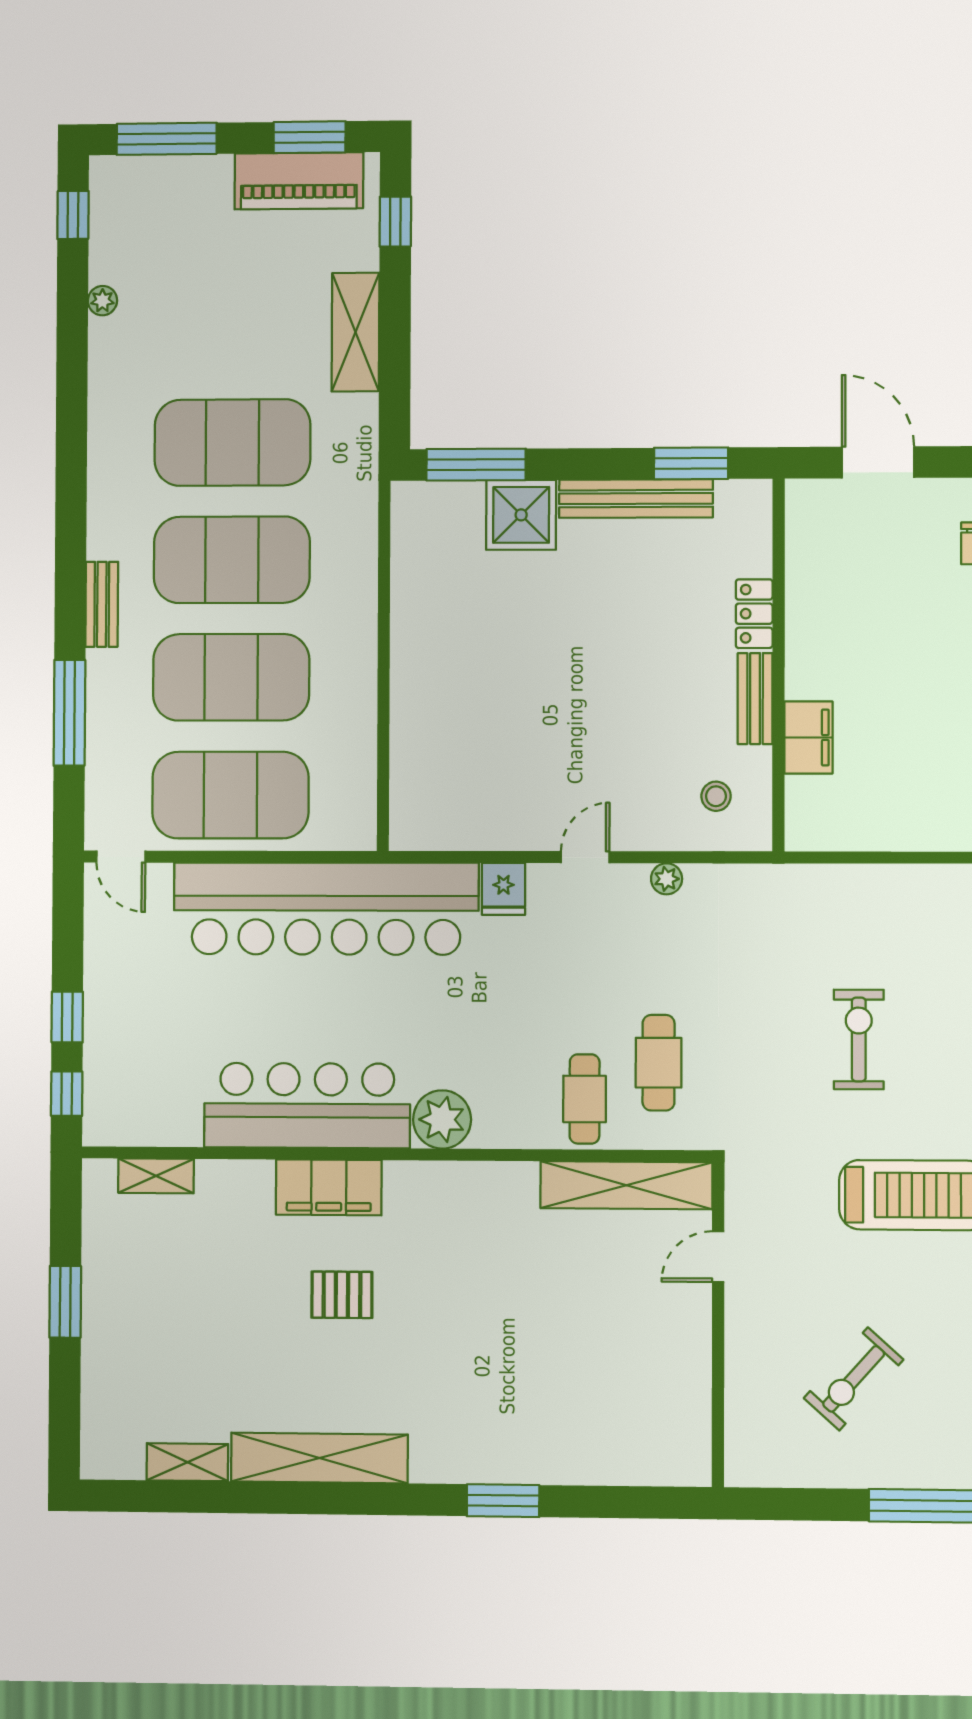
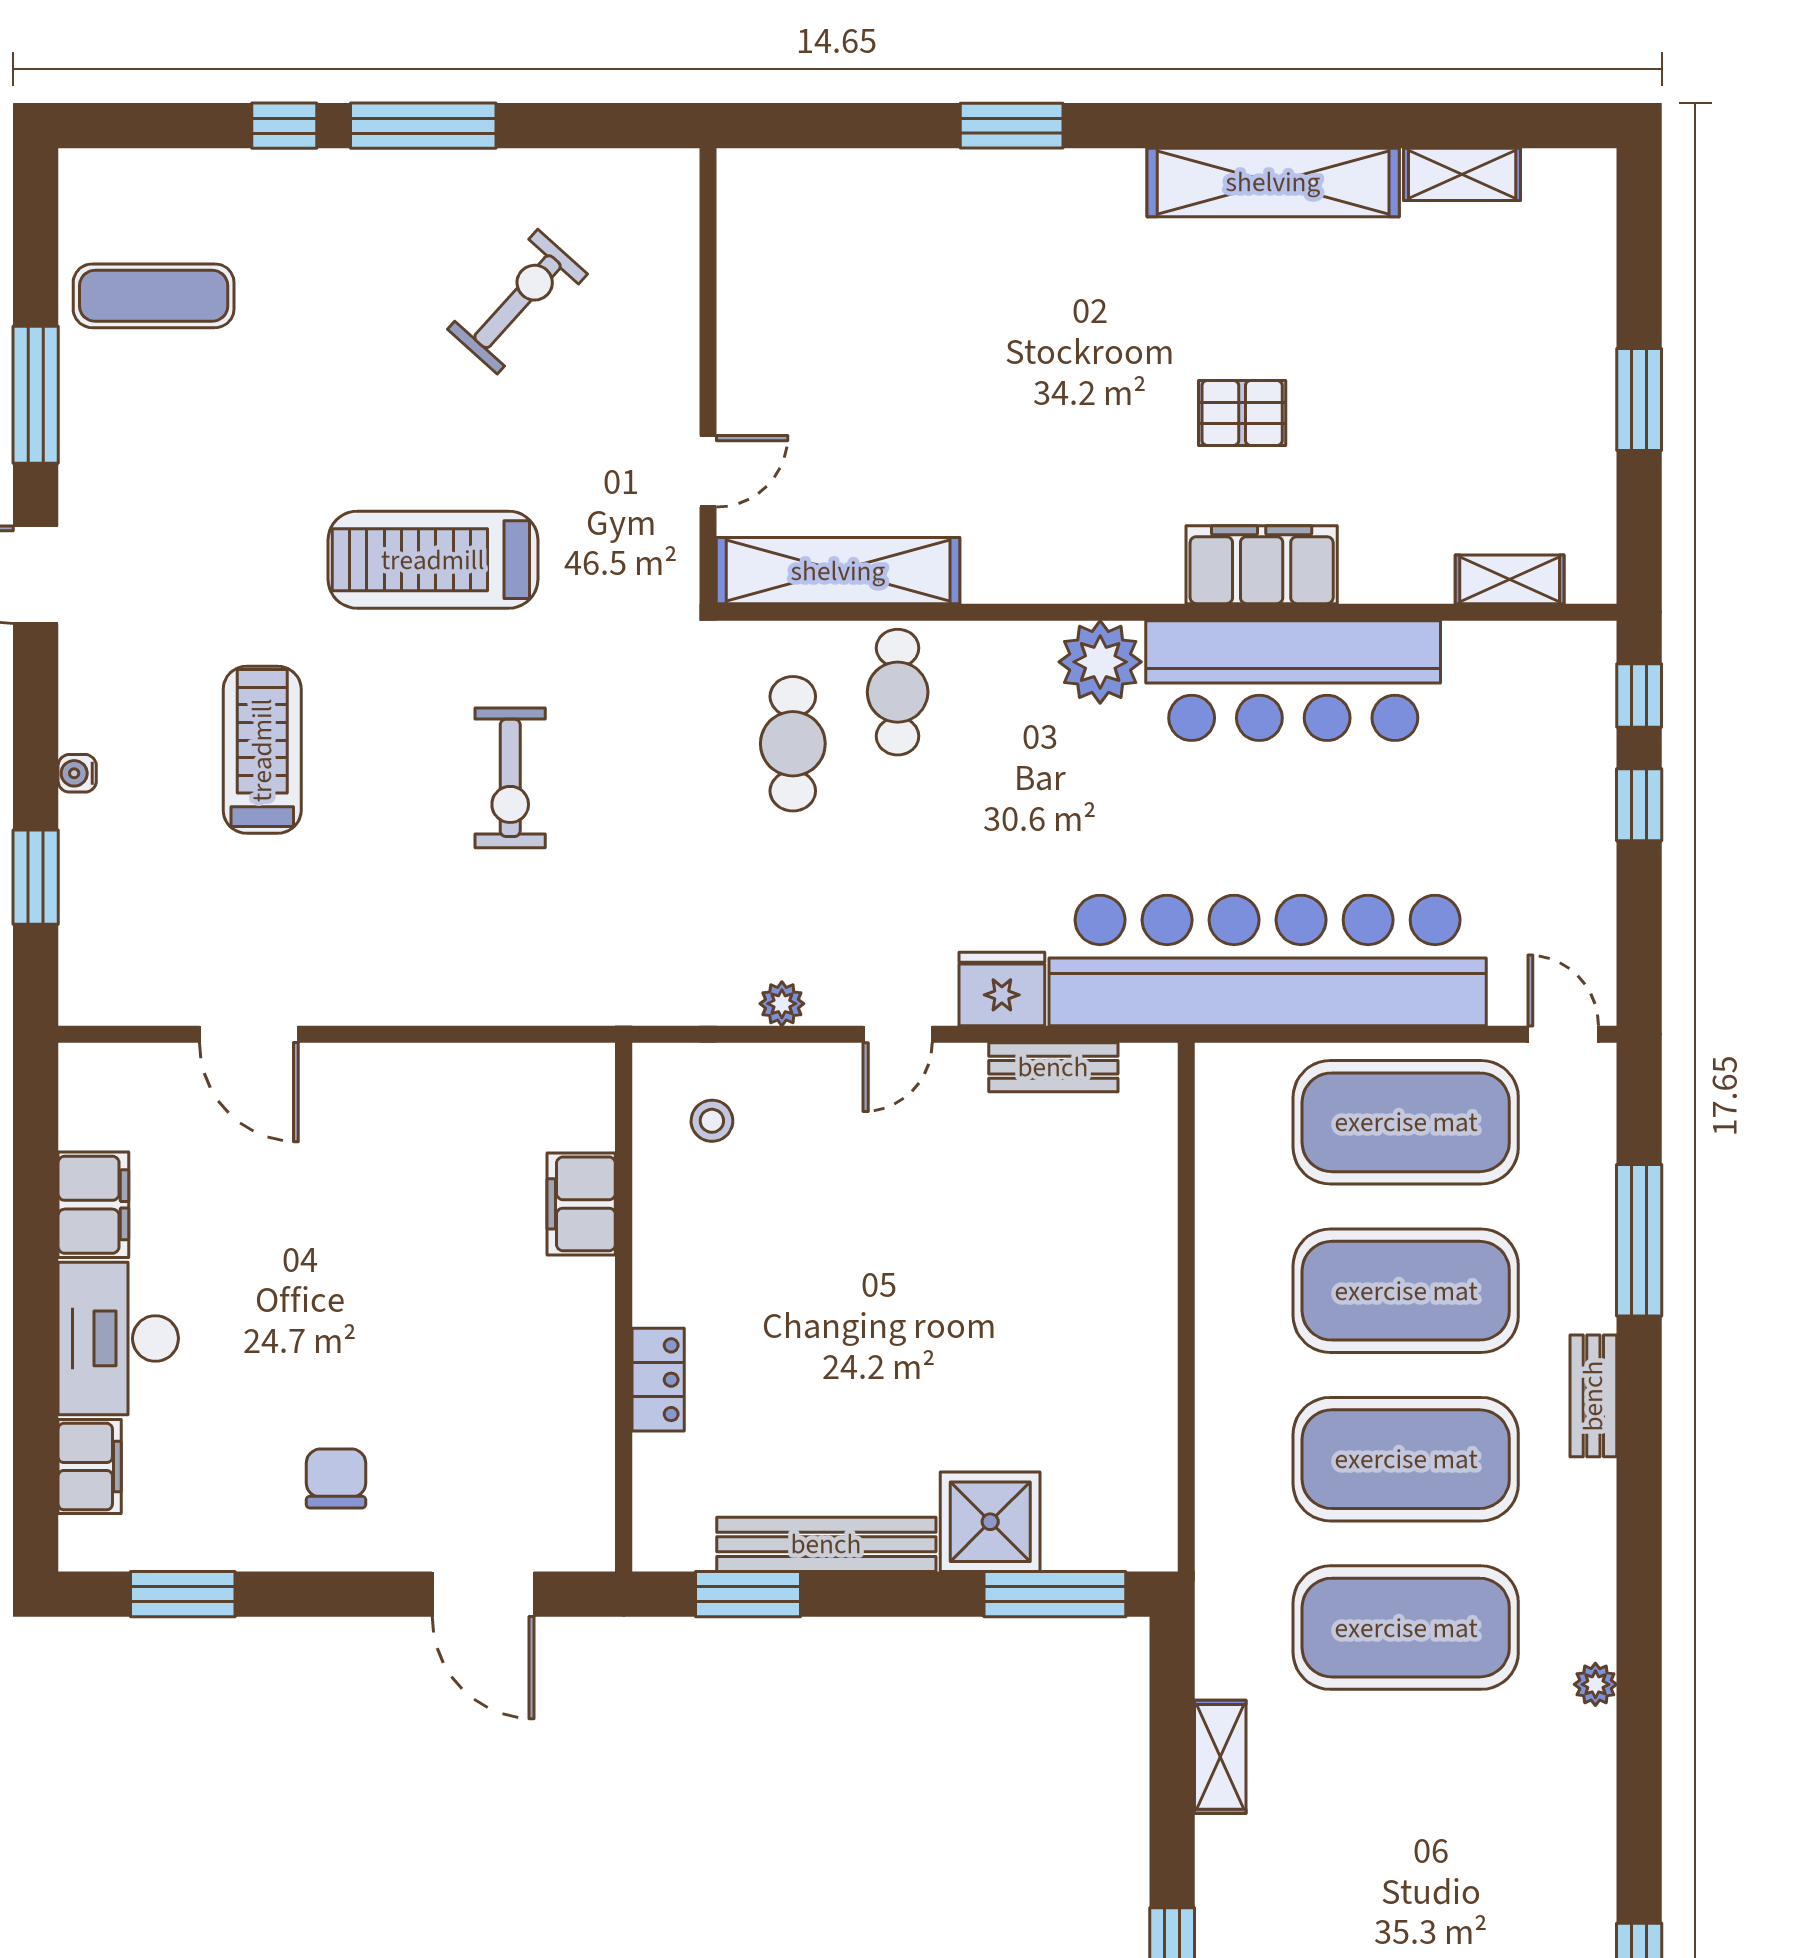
plant: (102, 301) -> (1595, 1684), moved
shelving: (356, 332) -> (1220, 1757), width x0.67, depth x0.75
bench: (755, 699) -> (1053, 1067), moved, turned 90
fridge: (503, 889) -> (1002, 989), width x1.38

